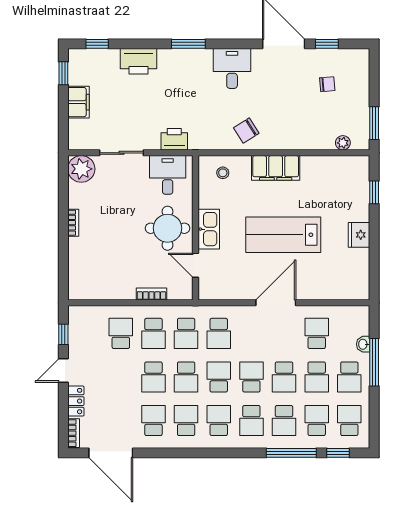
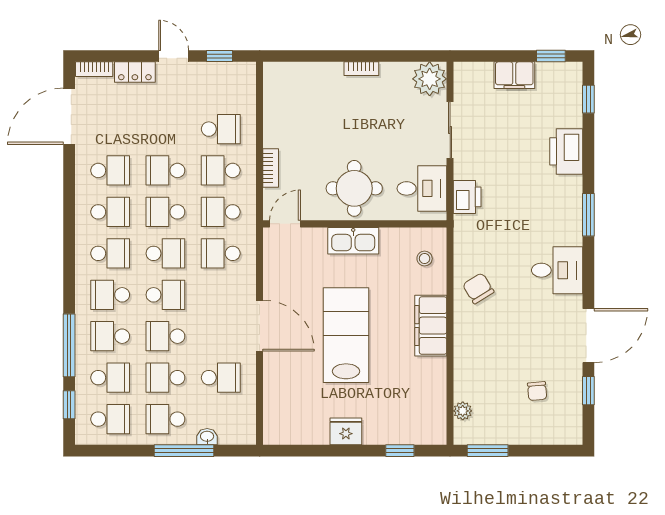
door: (196, 265) -> (285, 224), moved

